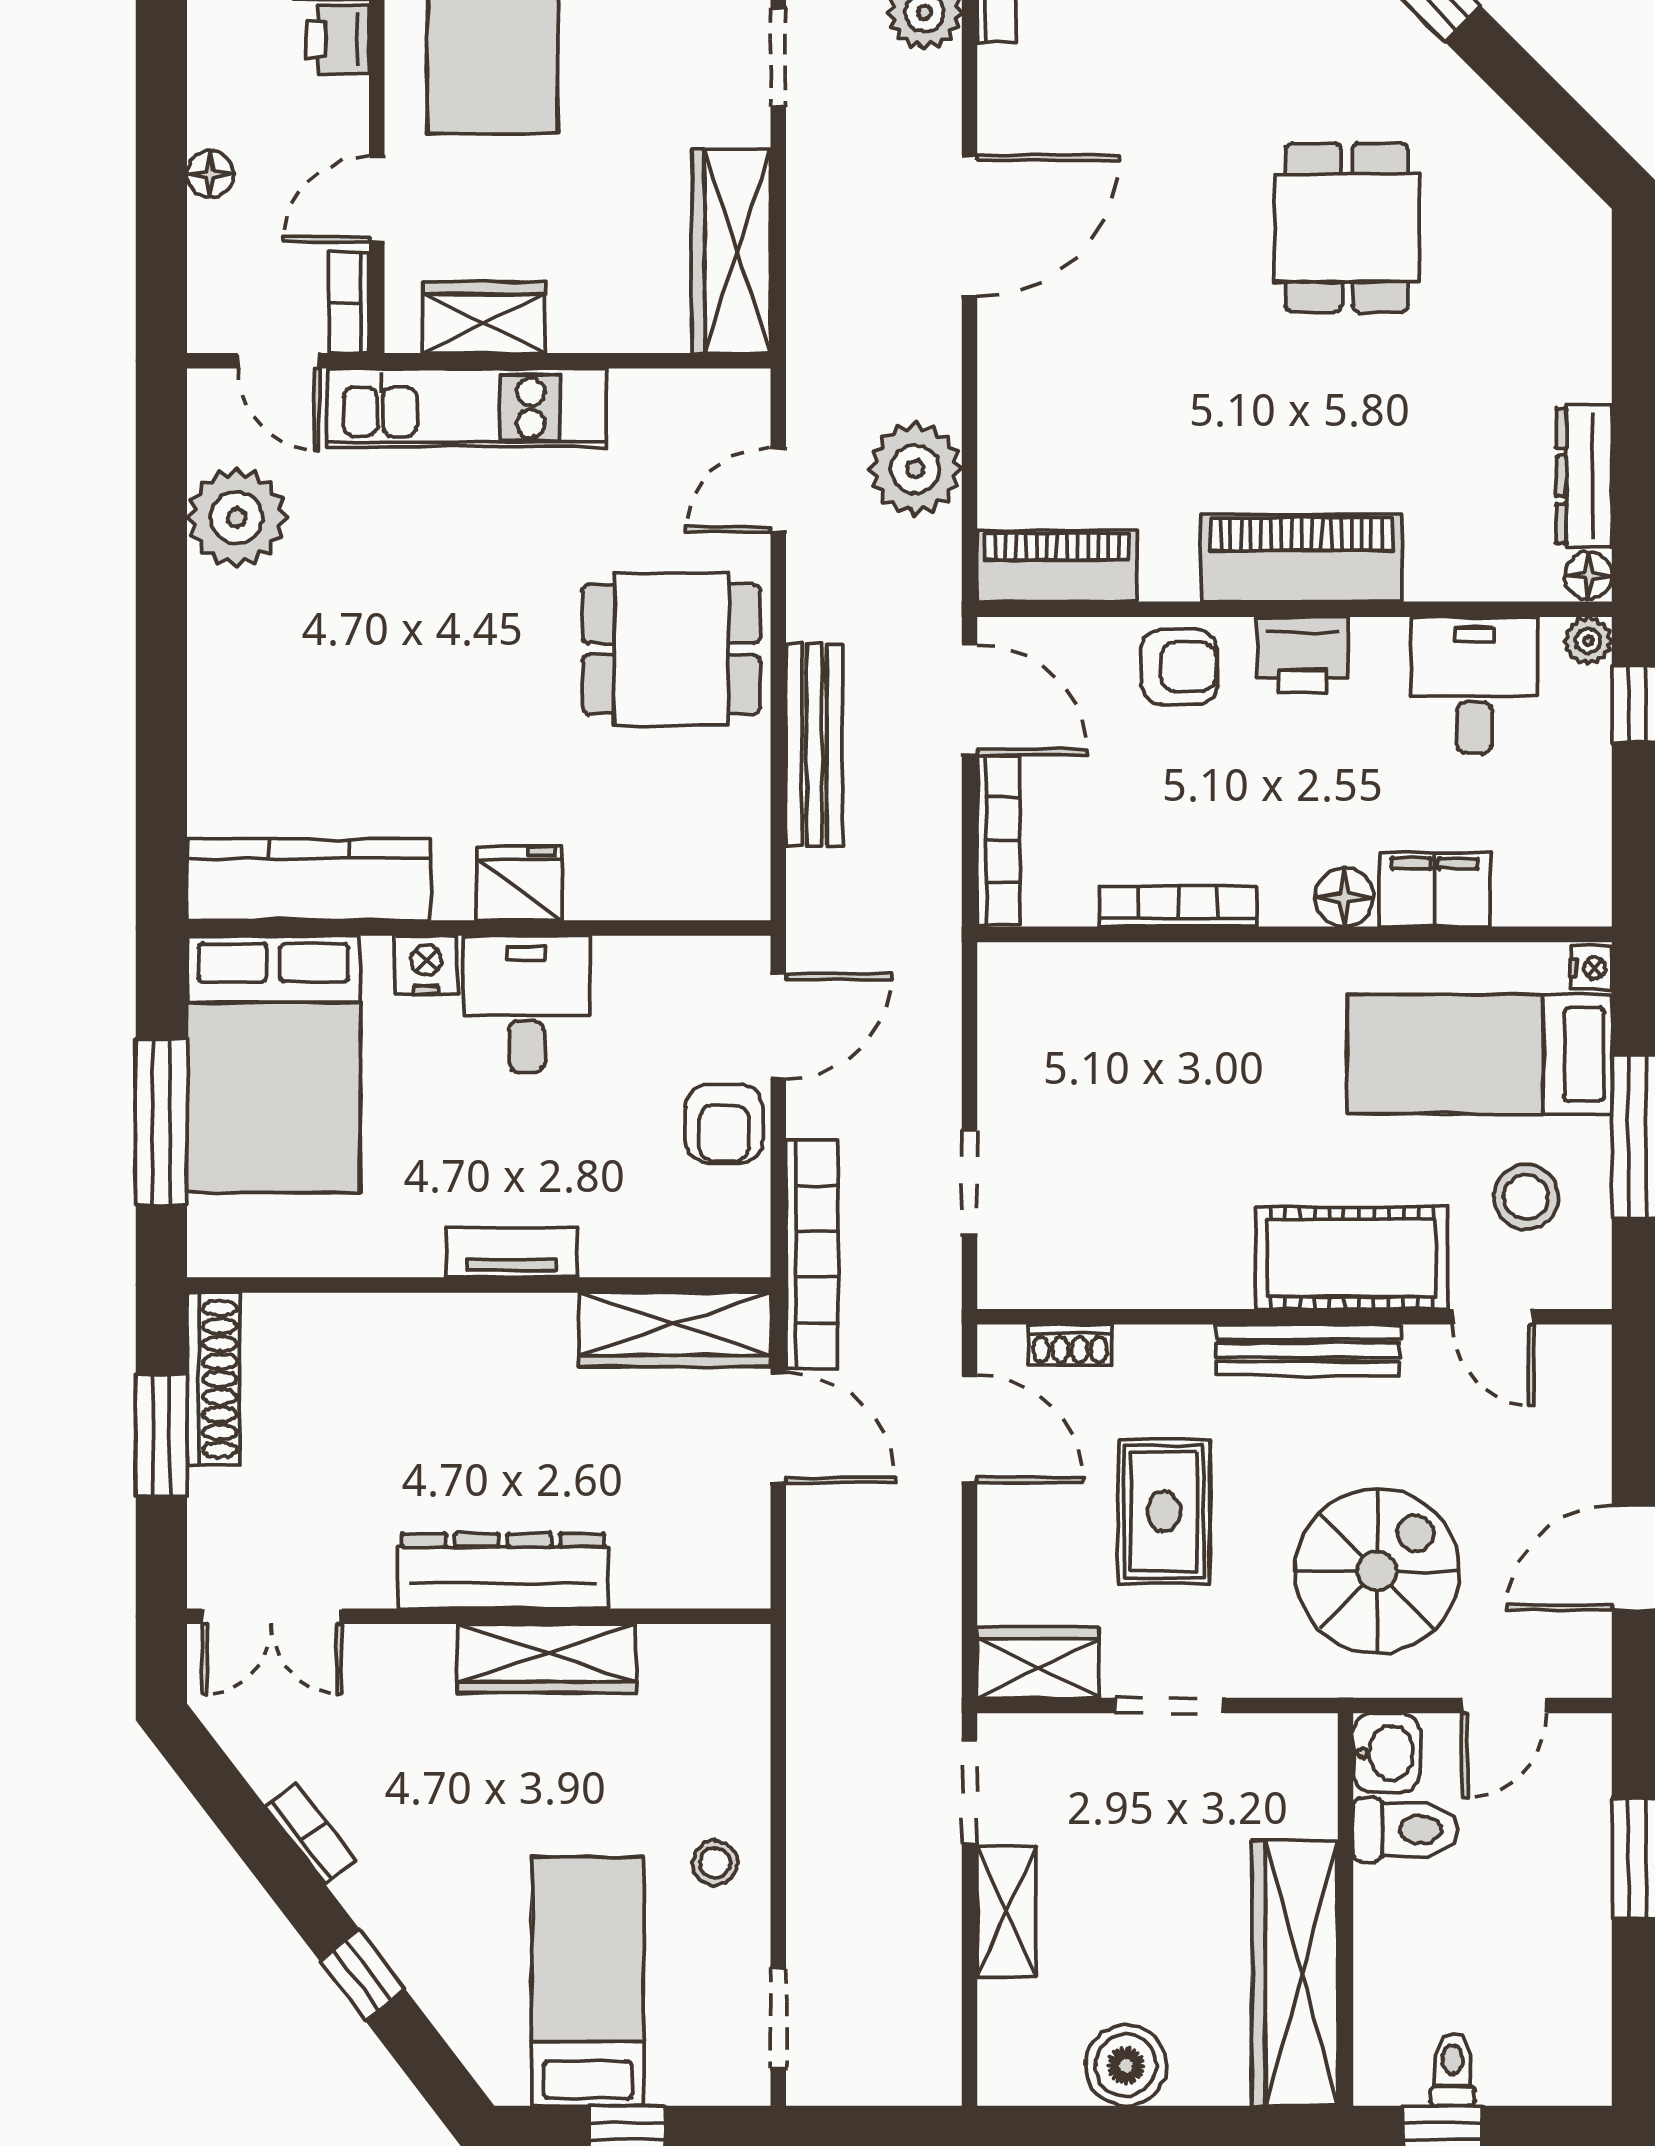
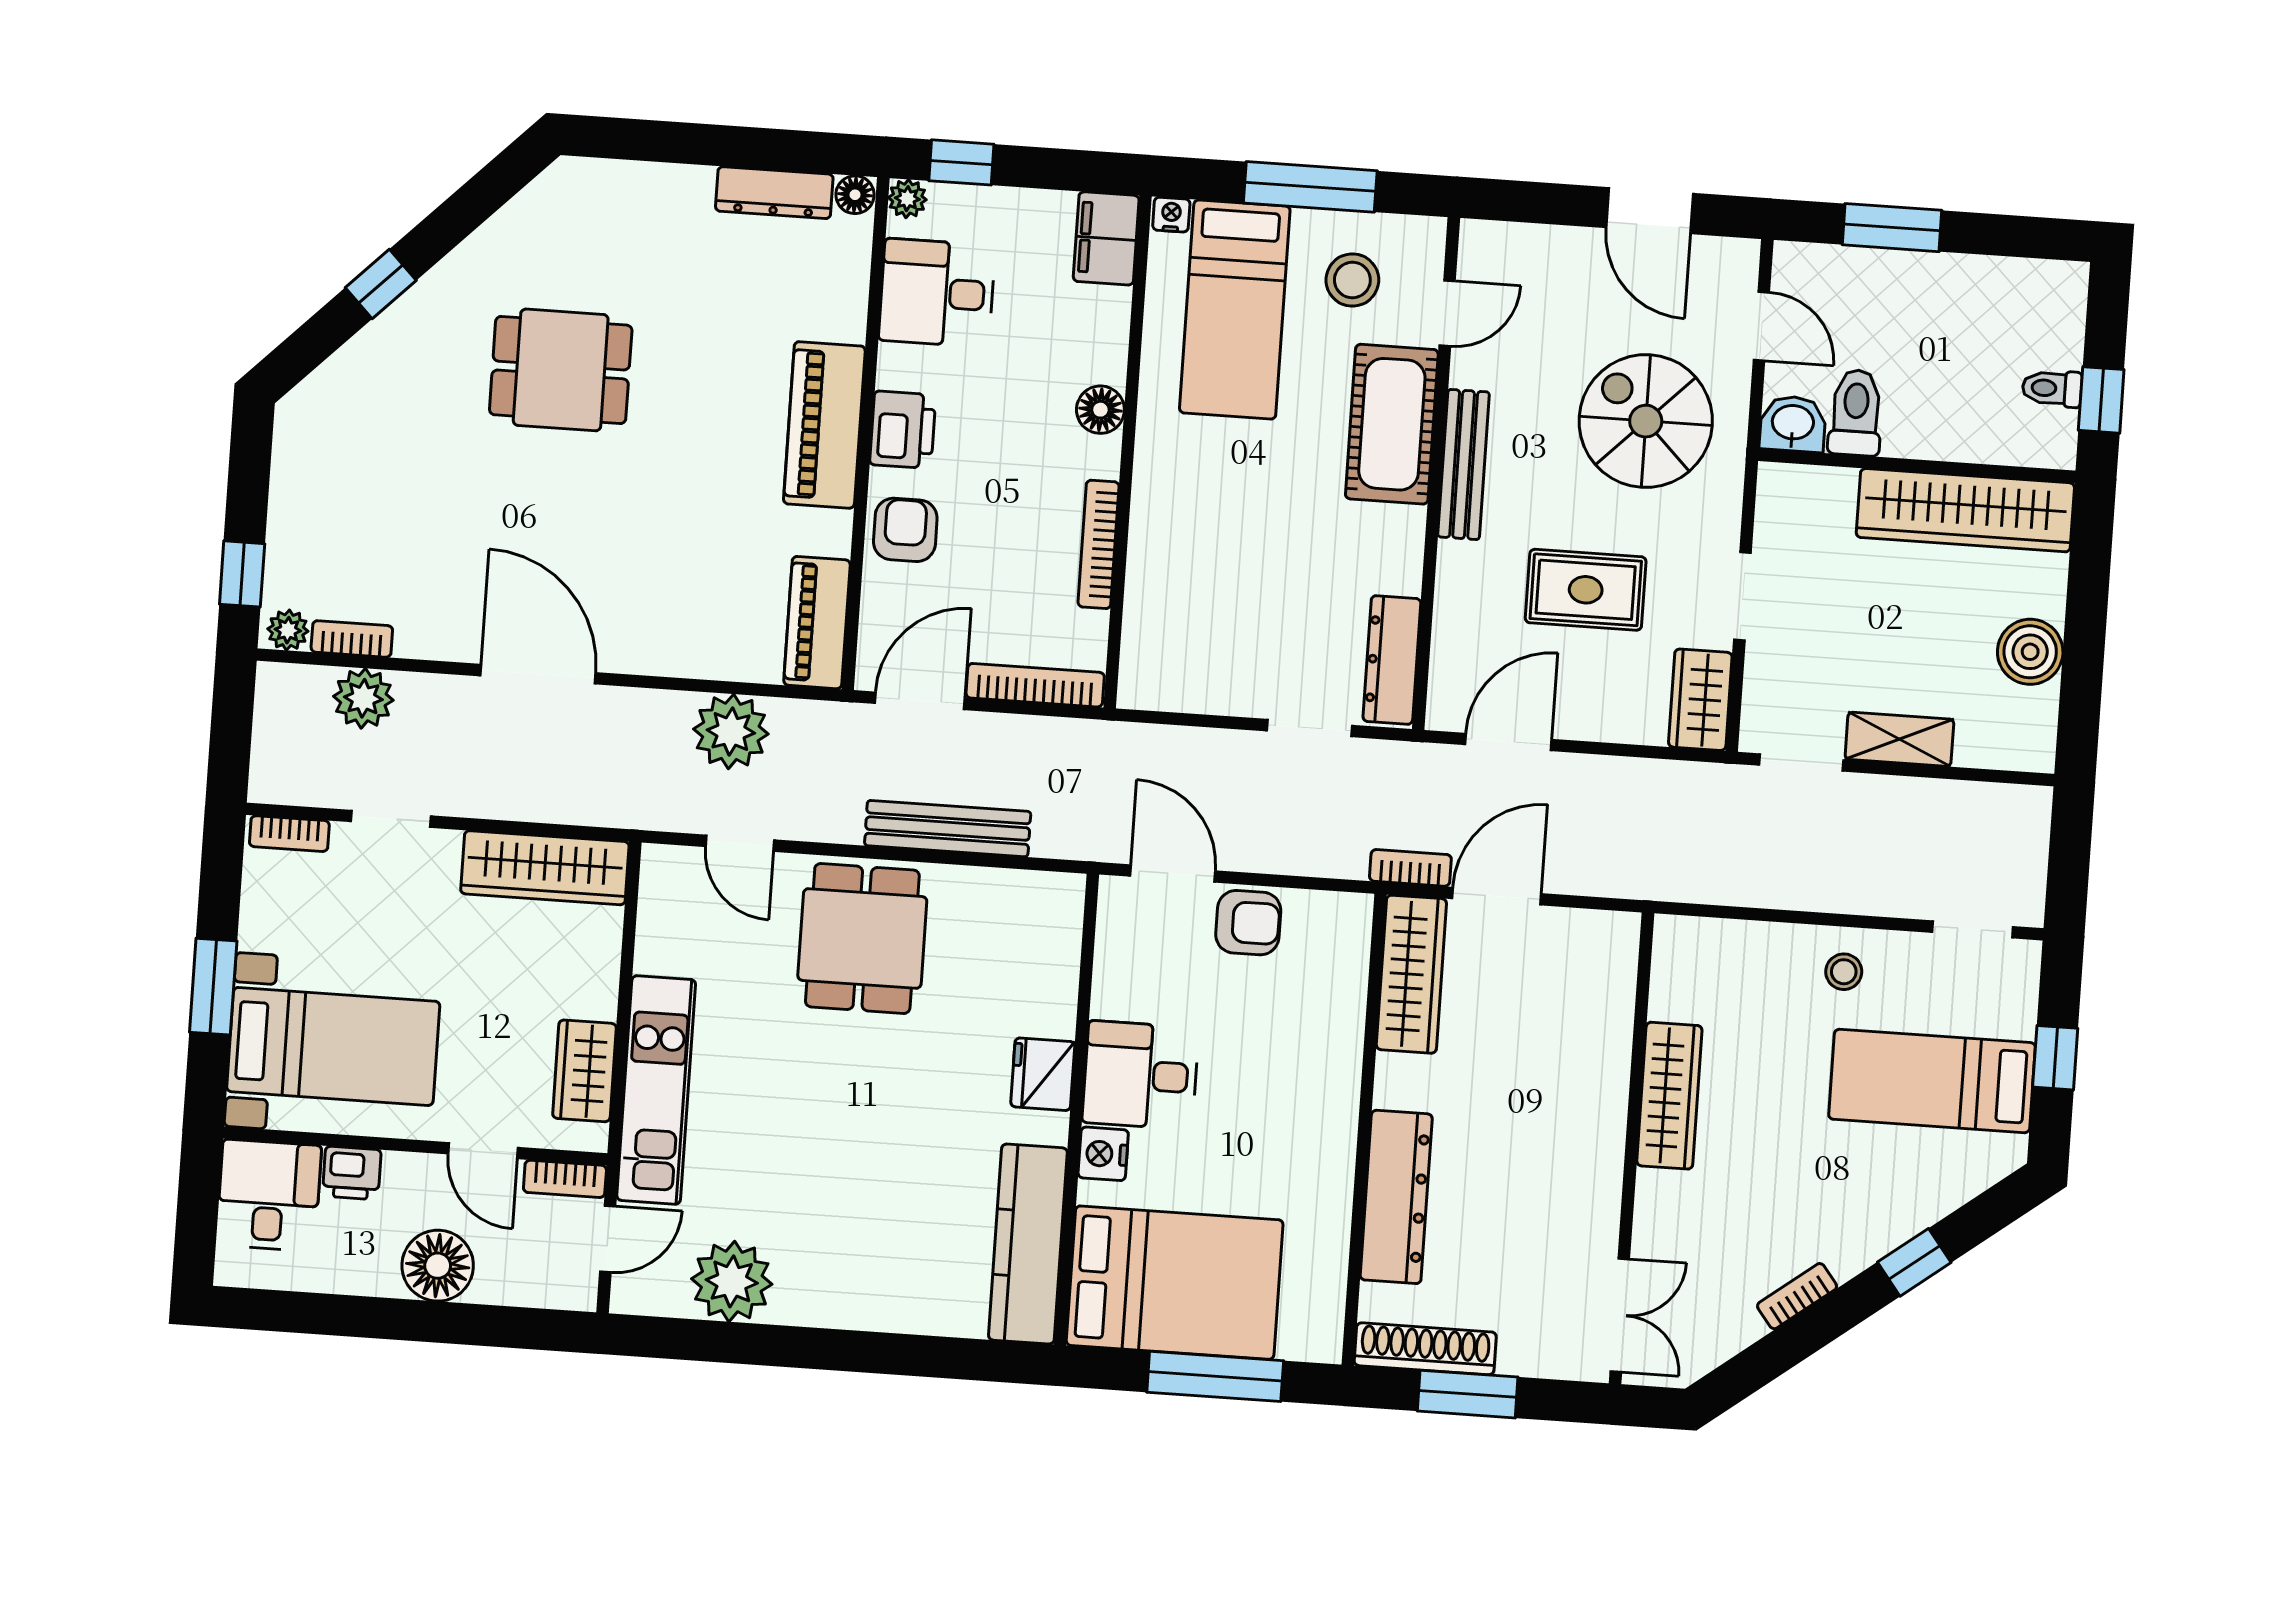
floor lamp: (210, 174) -> (438, 1266), width x1.89, depth x1.89
filing cabinet: (1435, 890) -> (1106, 238), moved
tv unit: (512, 1252) -> (1340, 1101), removed
bookcase: (812, 1254) -> (1410, 868), width x0.43, depth x0.76
dresser: (1061, 1279) -> (1392, 660), added
shoe rack: (1070, 1345) -> (1446, 656), removed
dresser: (503, 1571) -> (1396, 1197), moved, turned 180

